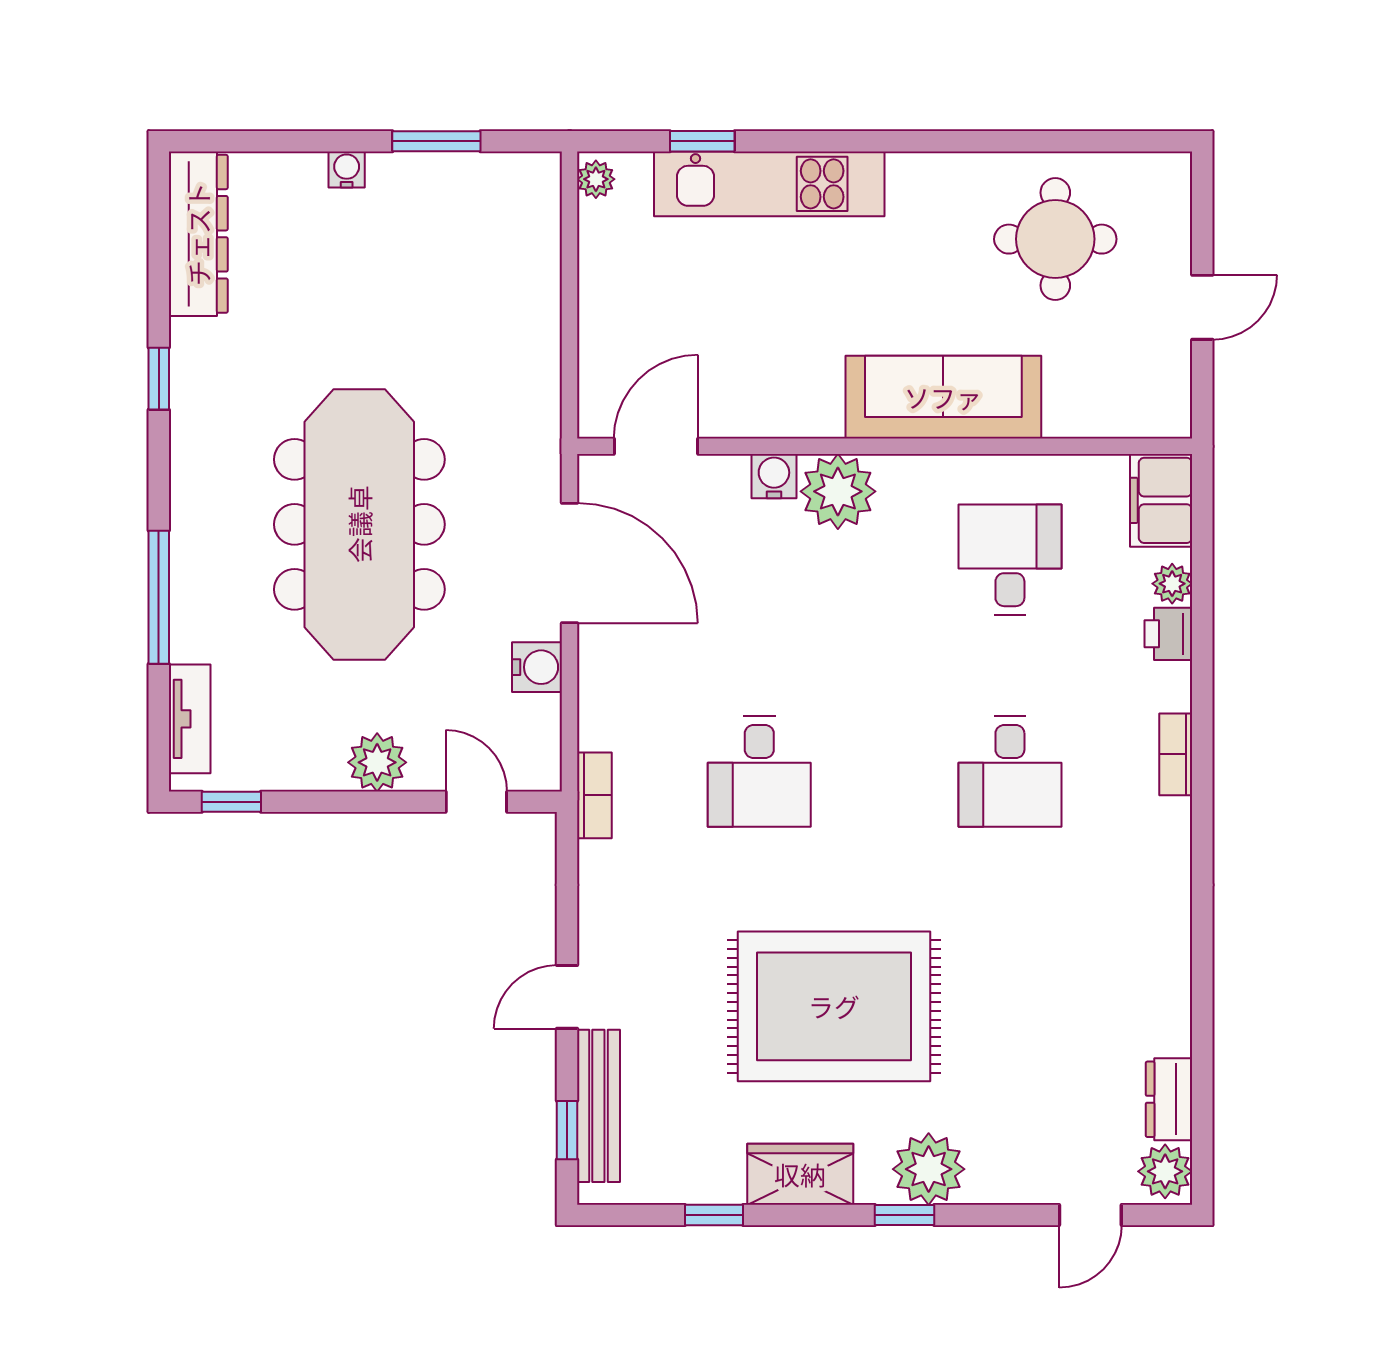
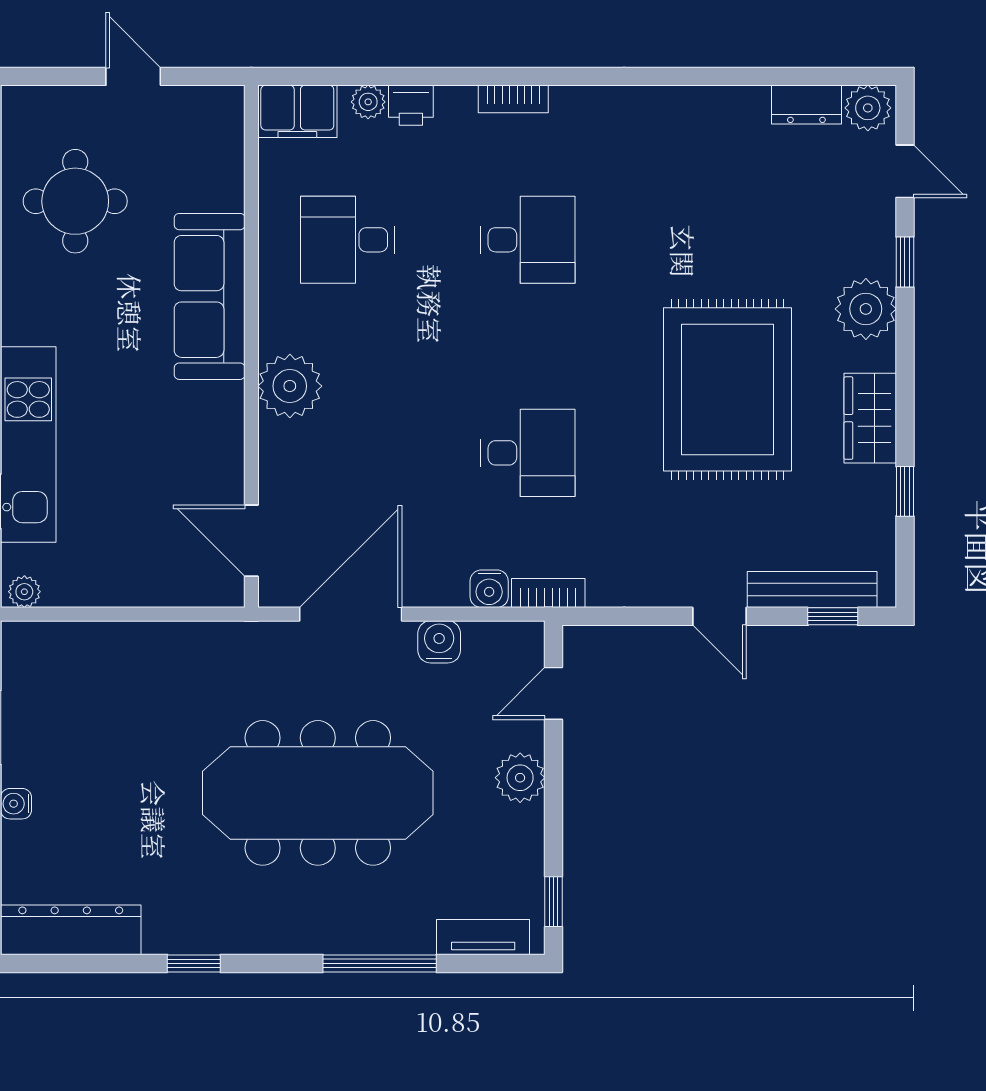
water cooler: (774, 476) -> (489, 589), moved, turned -90
window: (905, 1215) -> (905, 262), moved

